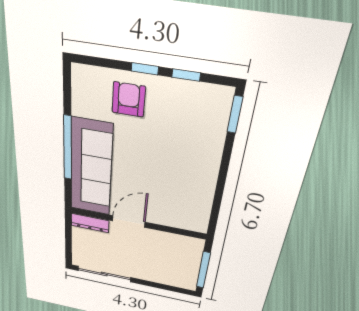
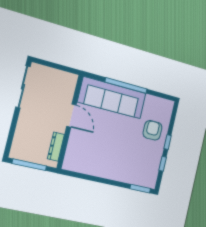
armchair: (129, 99) -> (153, 130), turned -90
dresser: (90, 223) -> (56, 147), moved

